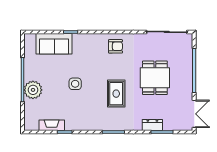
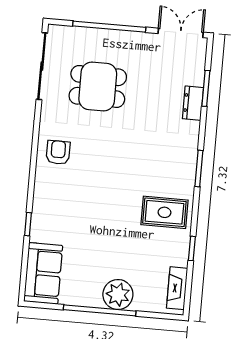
sofa: (54, 44) -> (43, 273), moved
dining table: (155, 78) -> (98, 86), moved
side table: (75, 84) -> (114, 224), removed
rug: (116, 94) -> (164, 212), moved
fireplace: (52, 125) -> (177, 288), moved

